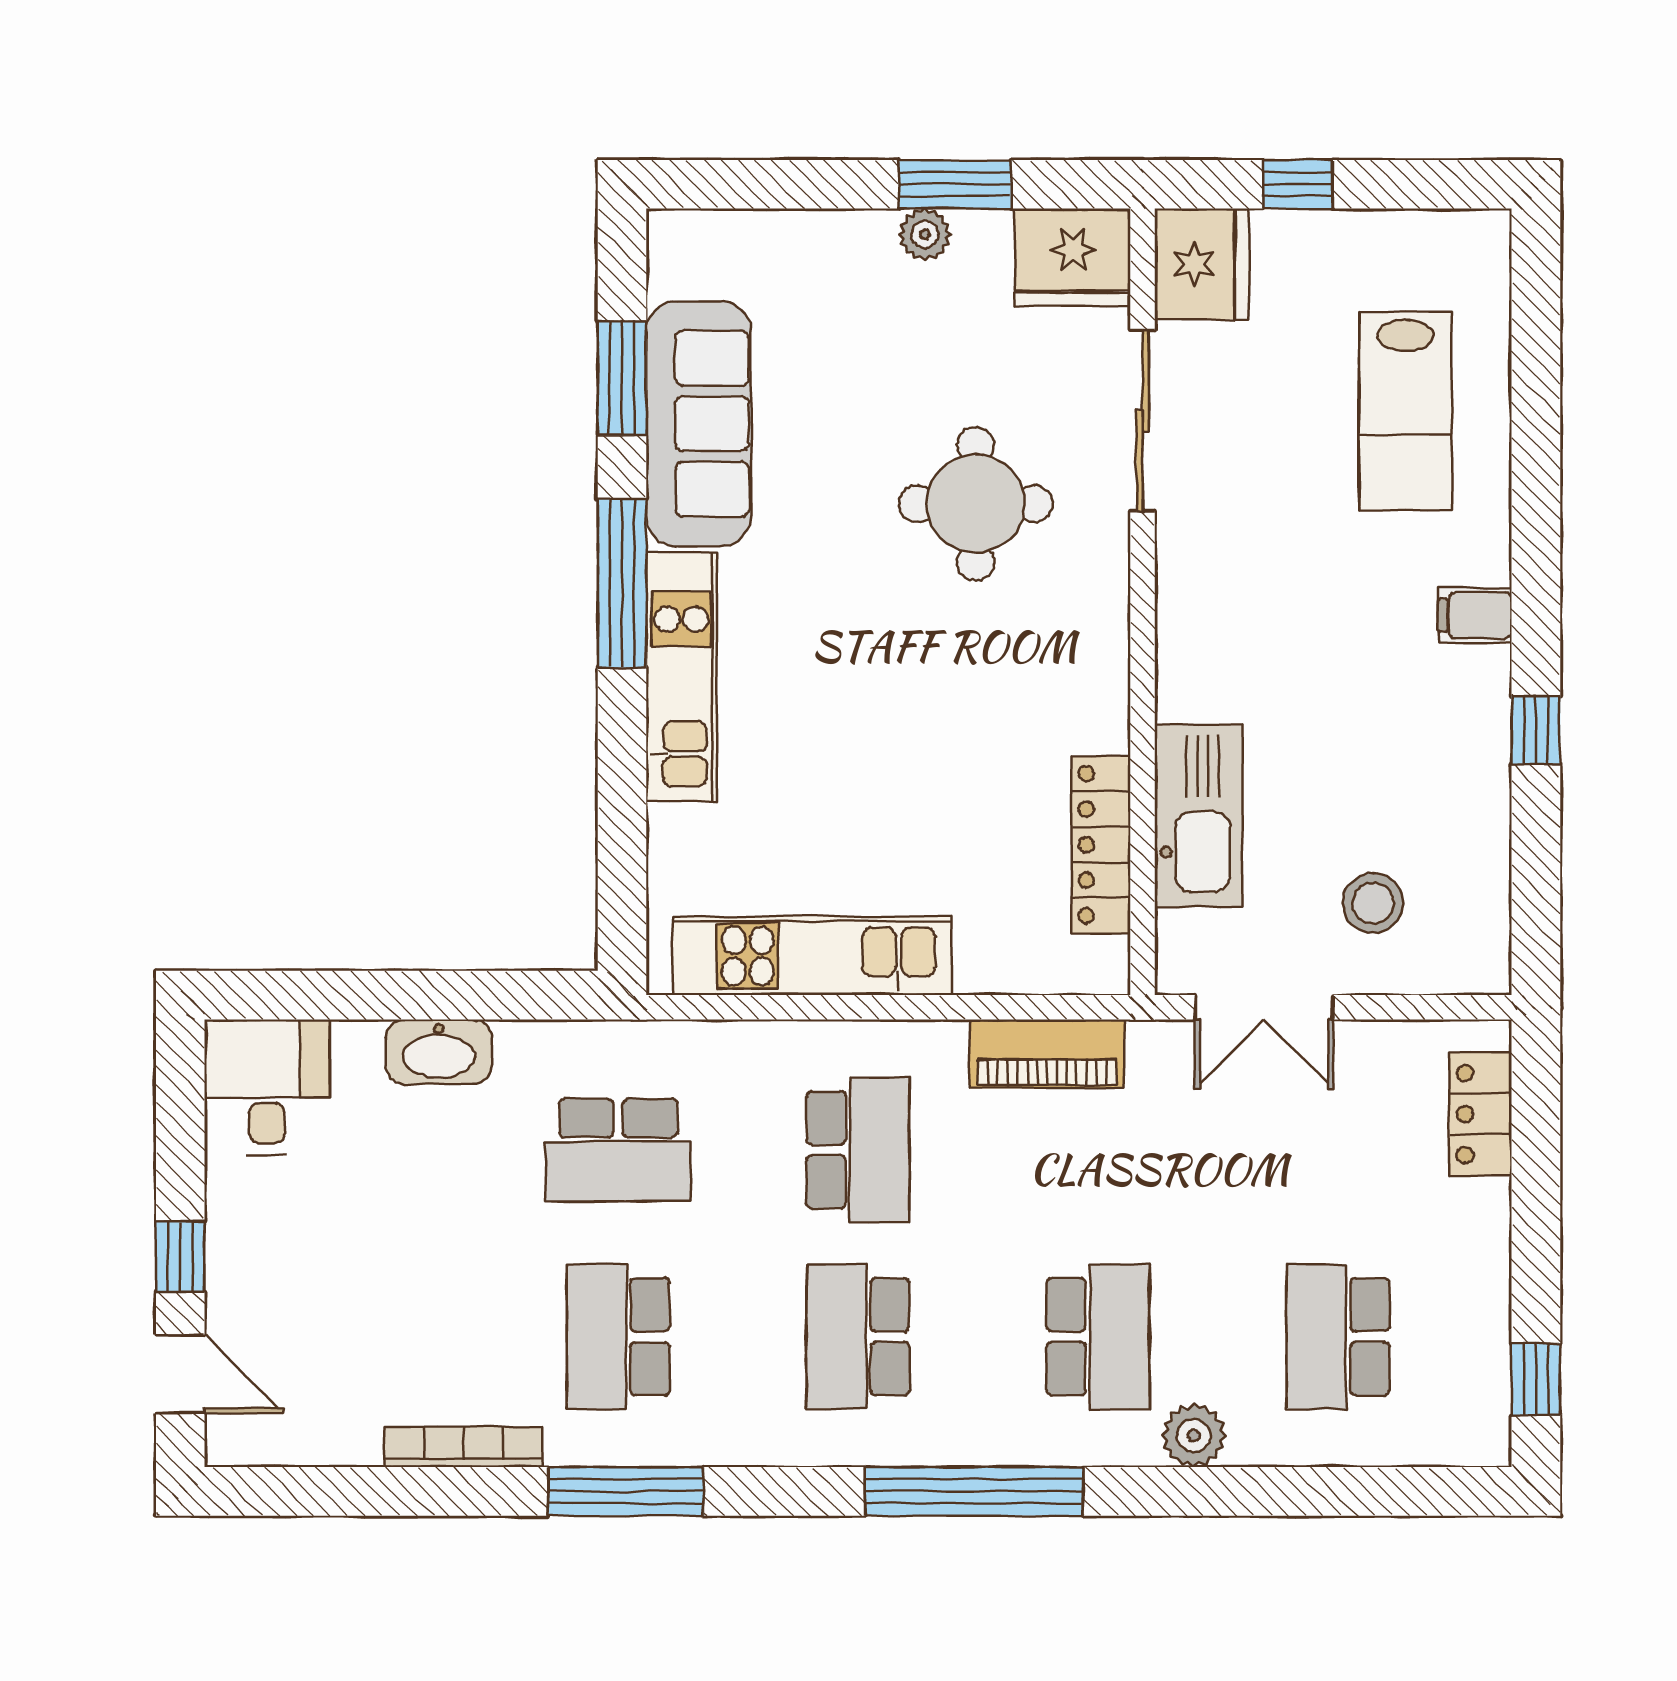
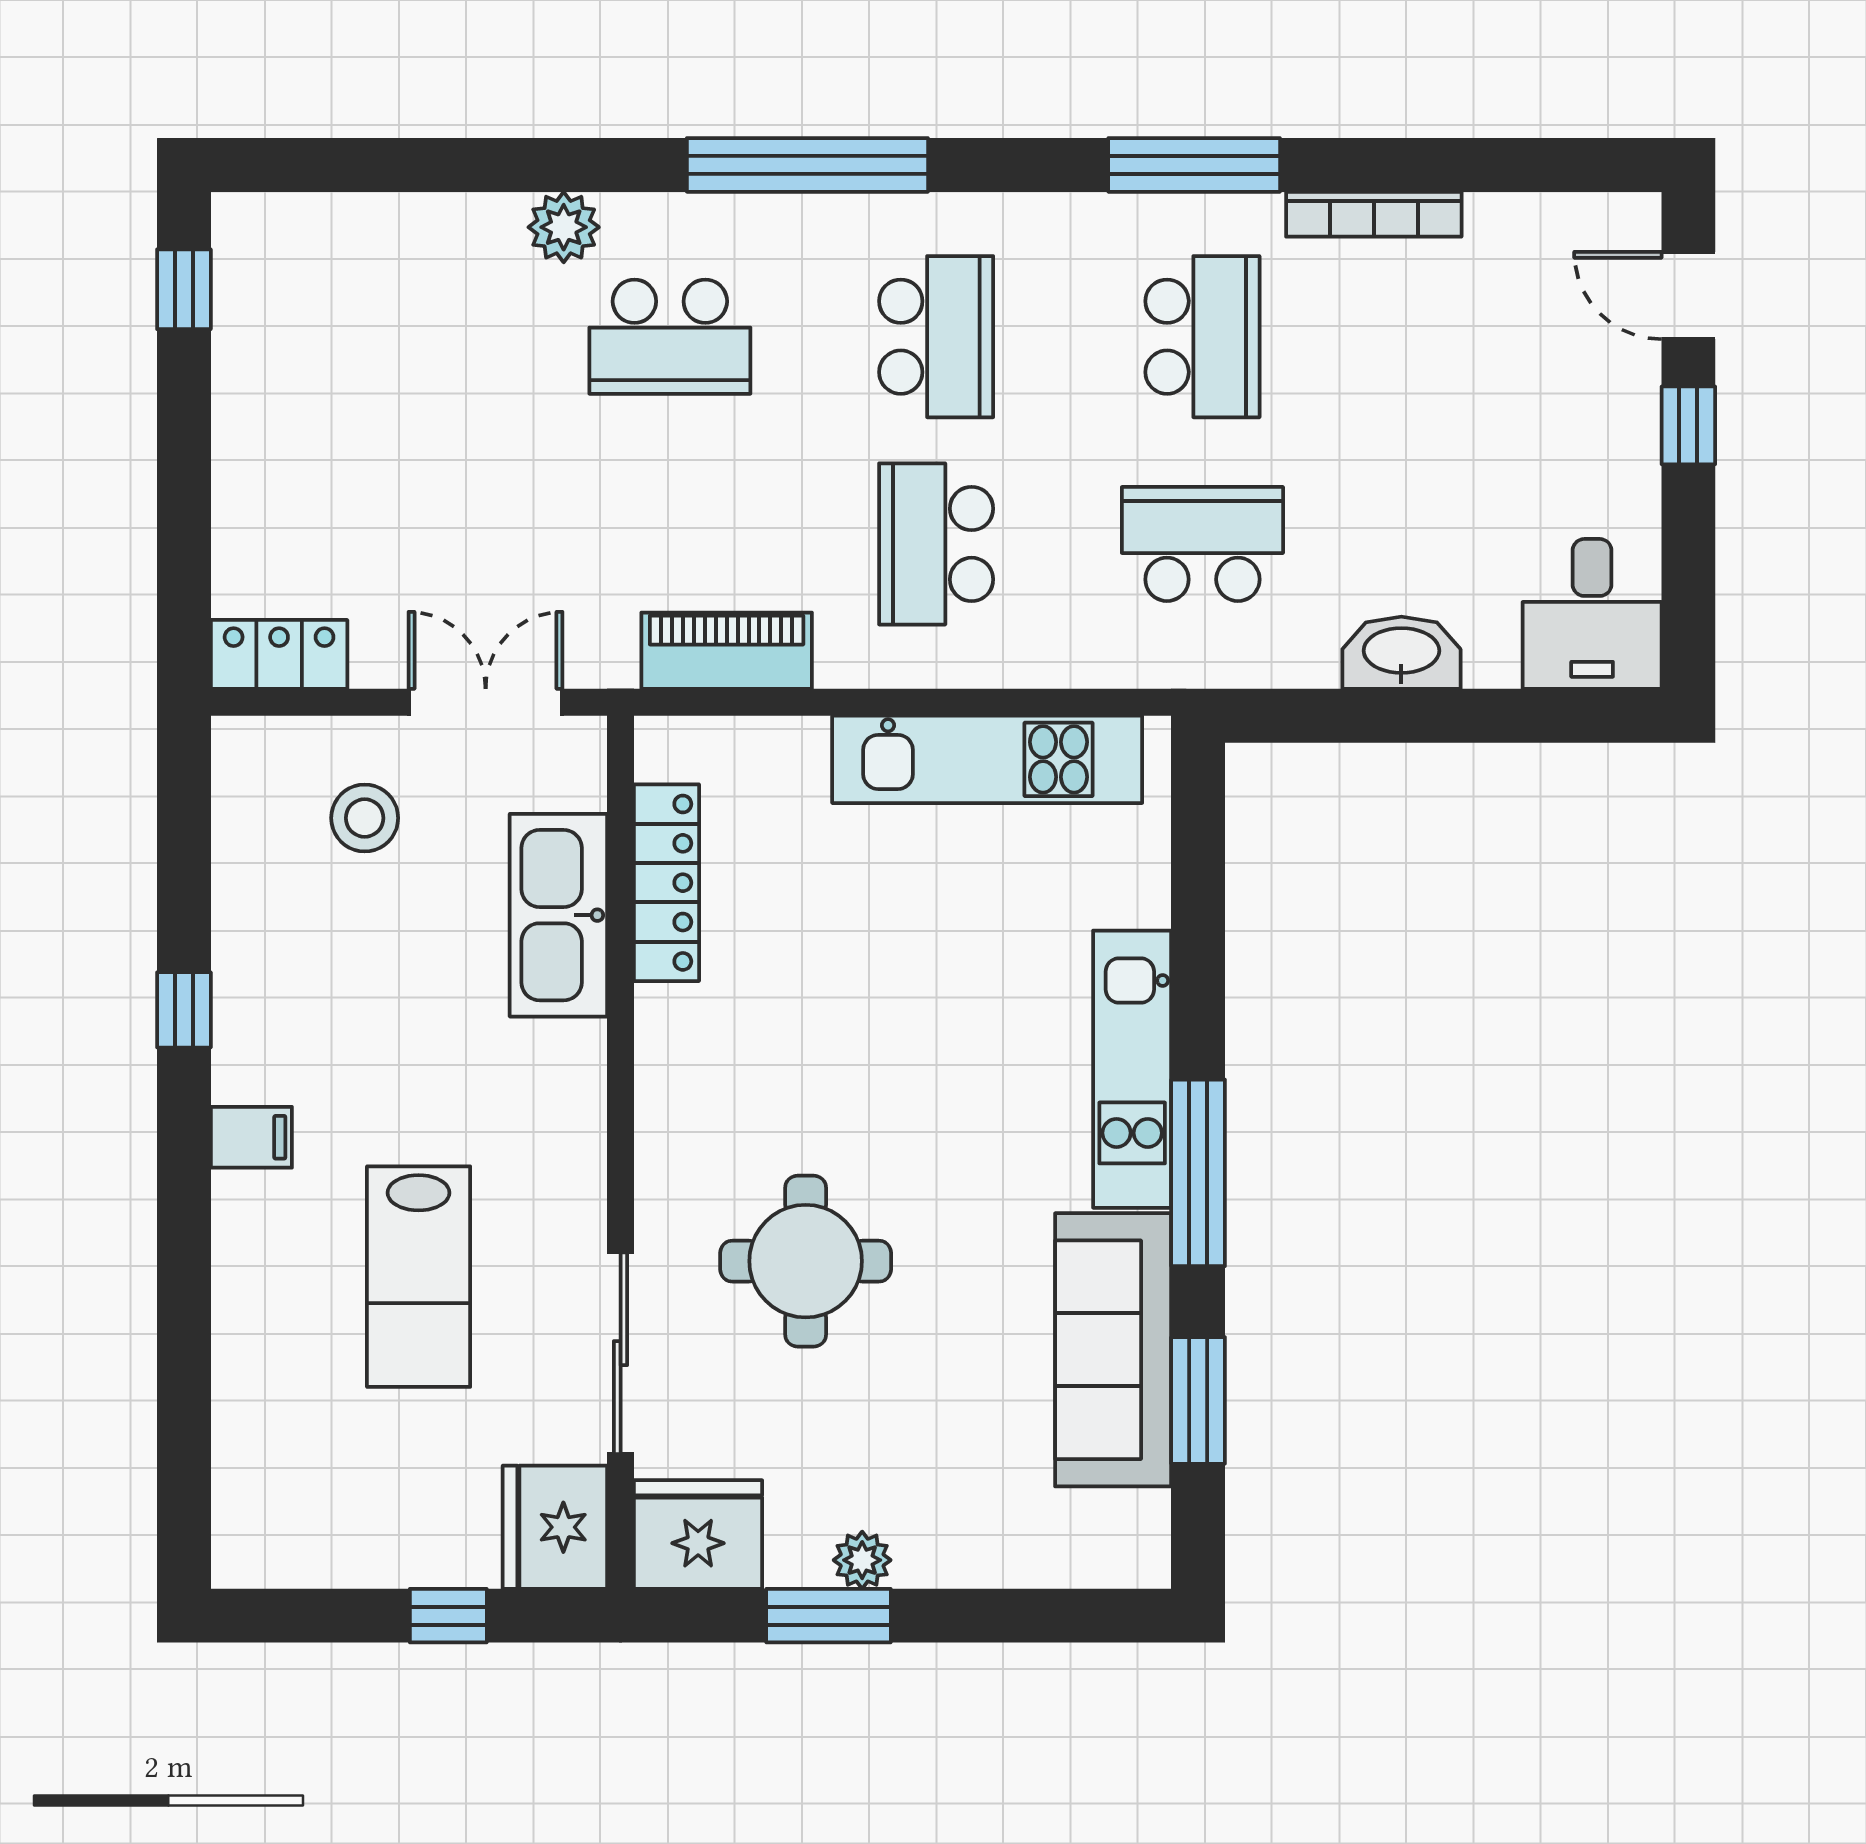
lab bench: (1405, 411) -> (419, 1277), moved, turned 180
locker: (1481, 1114) -> (279, 654), moved, turned -90
school desk: (1098, 1337) -> (670, 337), turned -90
school desk: (1338, 1337) -> (404, 337), removed

